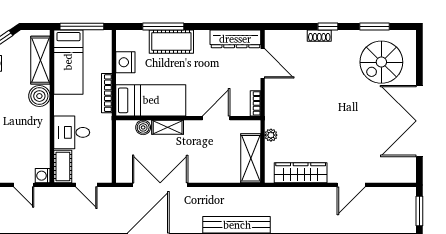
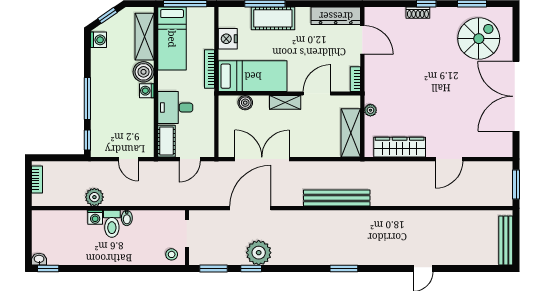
spiral stairs: (381, 62) -> (479, 39), turned 180
shelving: (168, 127) -> (285, 102), moved
washing machine: (43, 176) -> (147, 91), moved
door: (86, 185) -> (190, 159), hinge flipped

